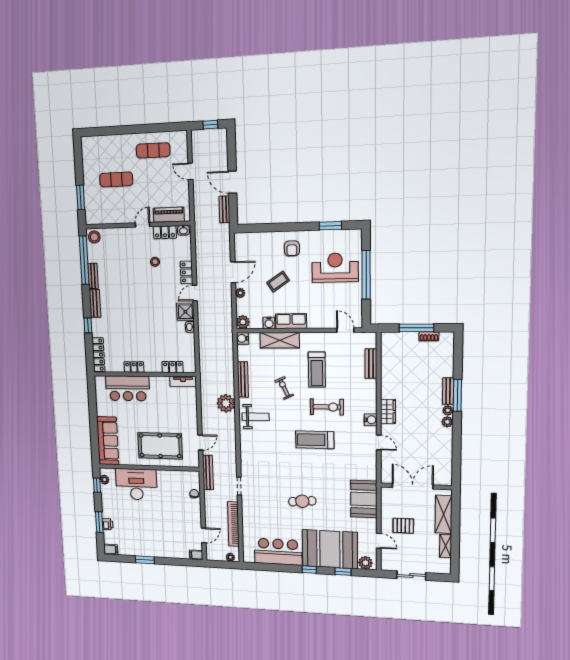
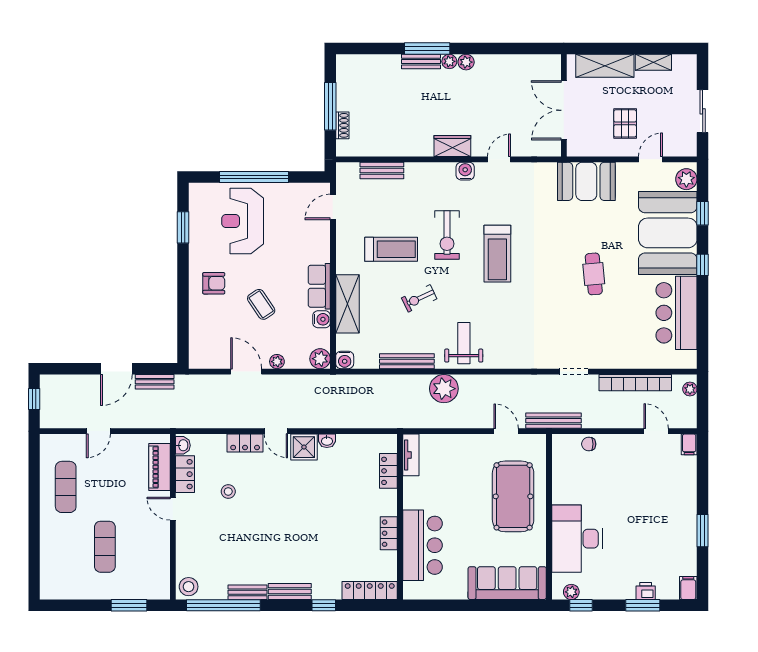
shoe rack: (429, 336) -> (342, 125), moved
exercise bike: (327, 407) -> (447, 235), turned 180

